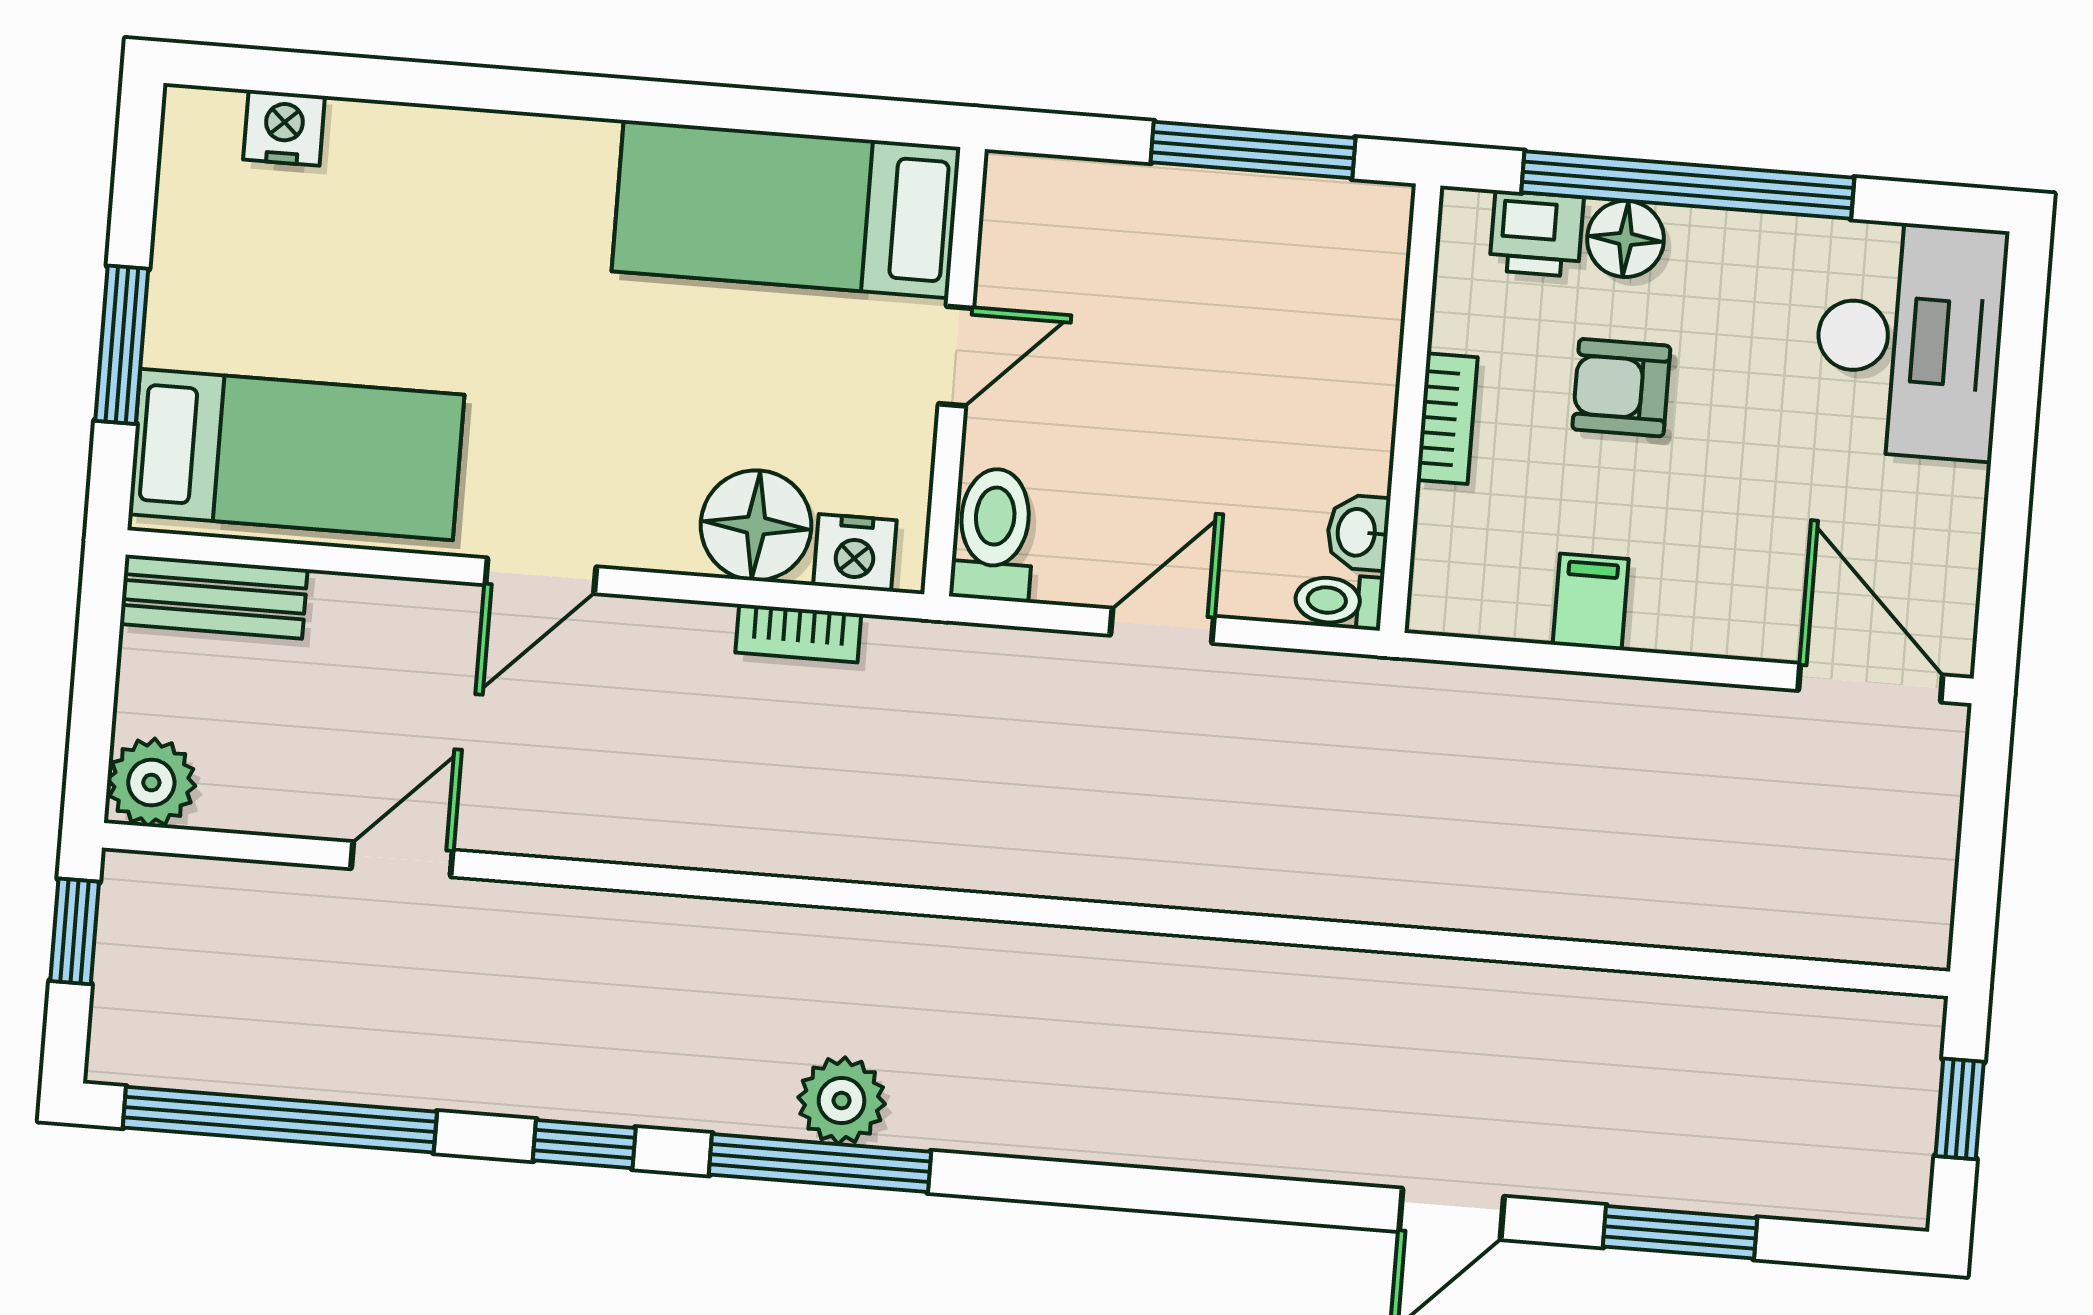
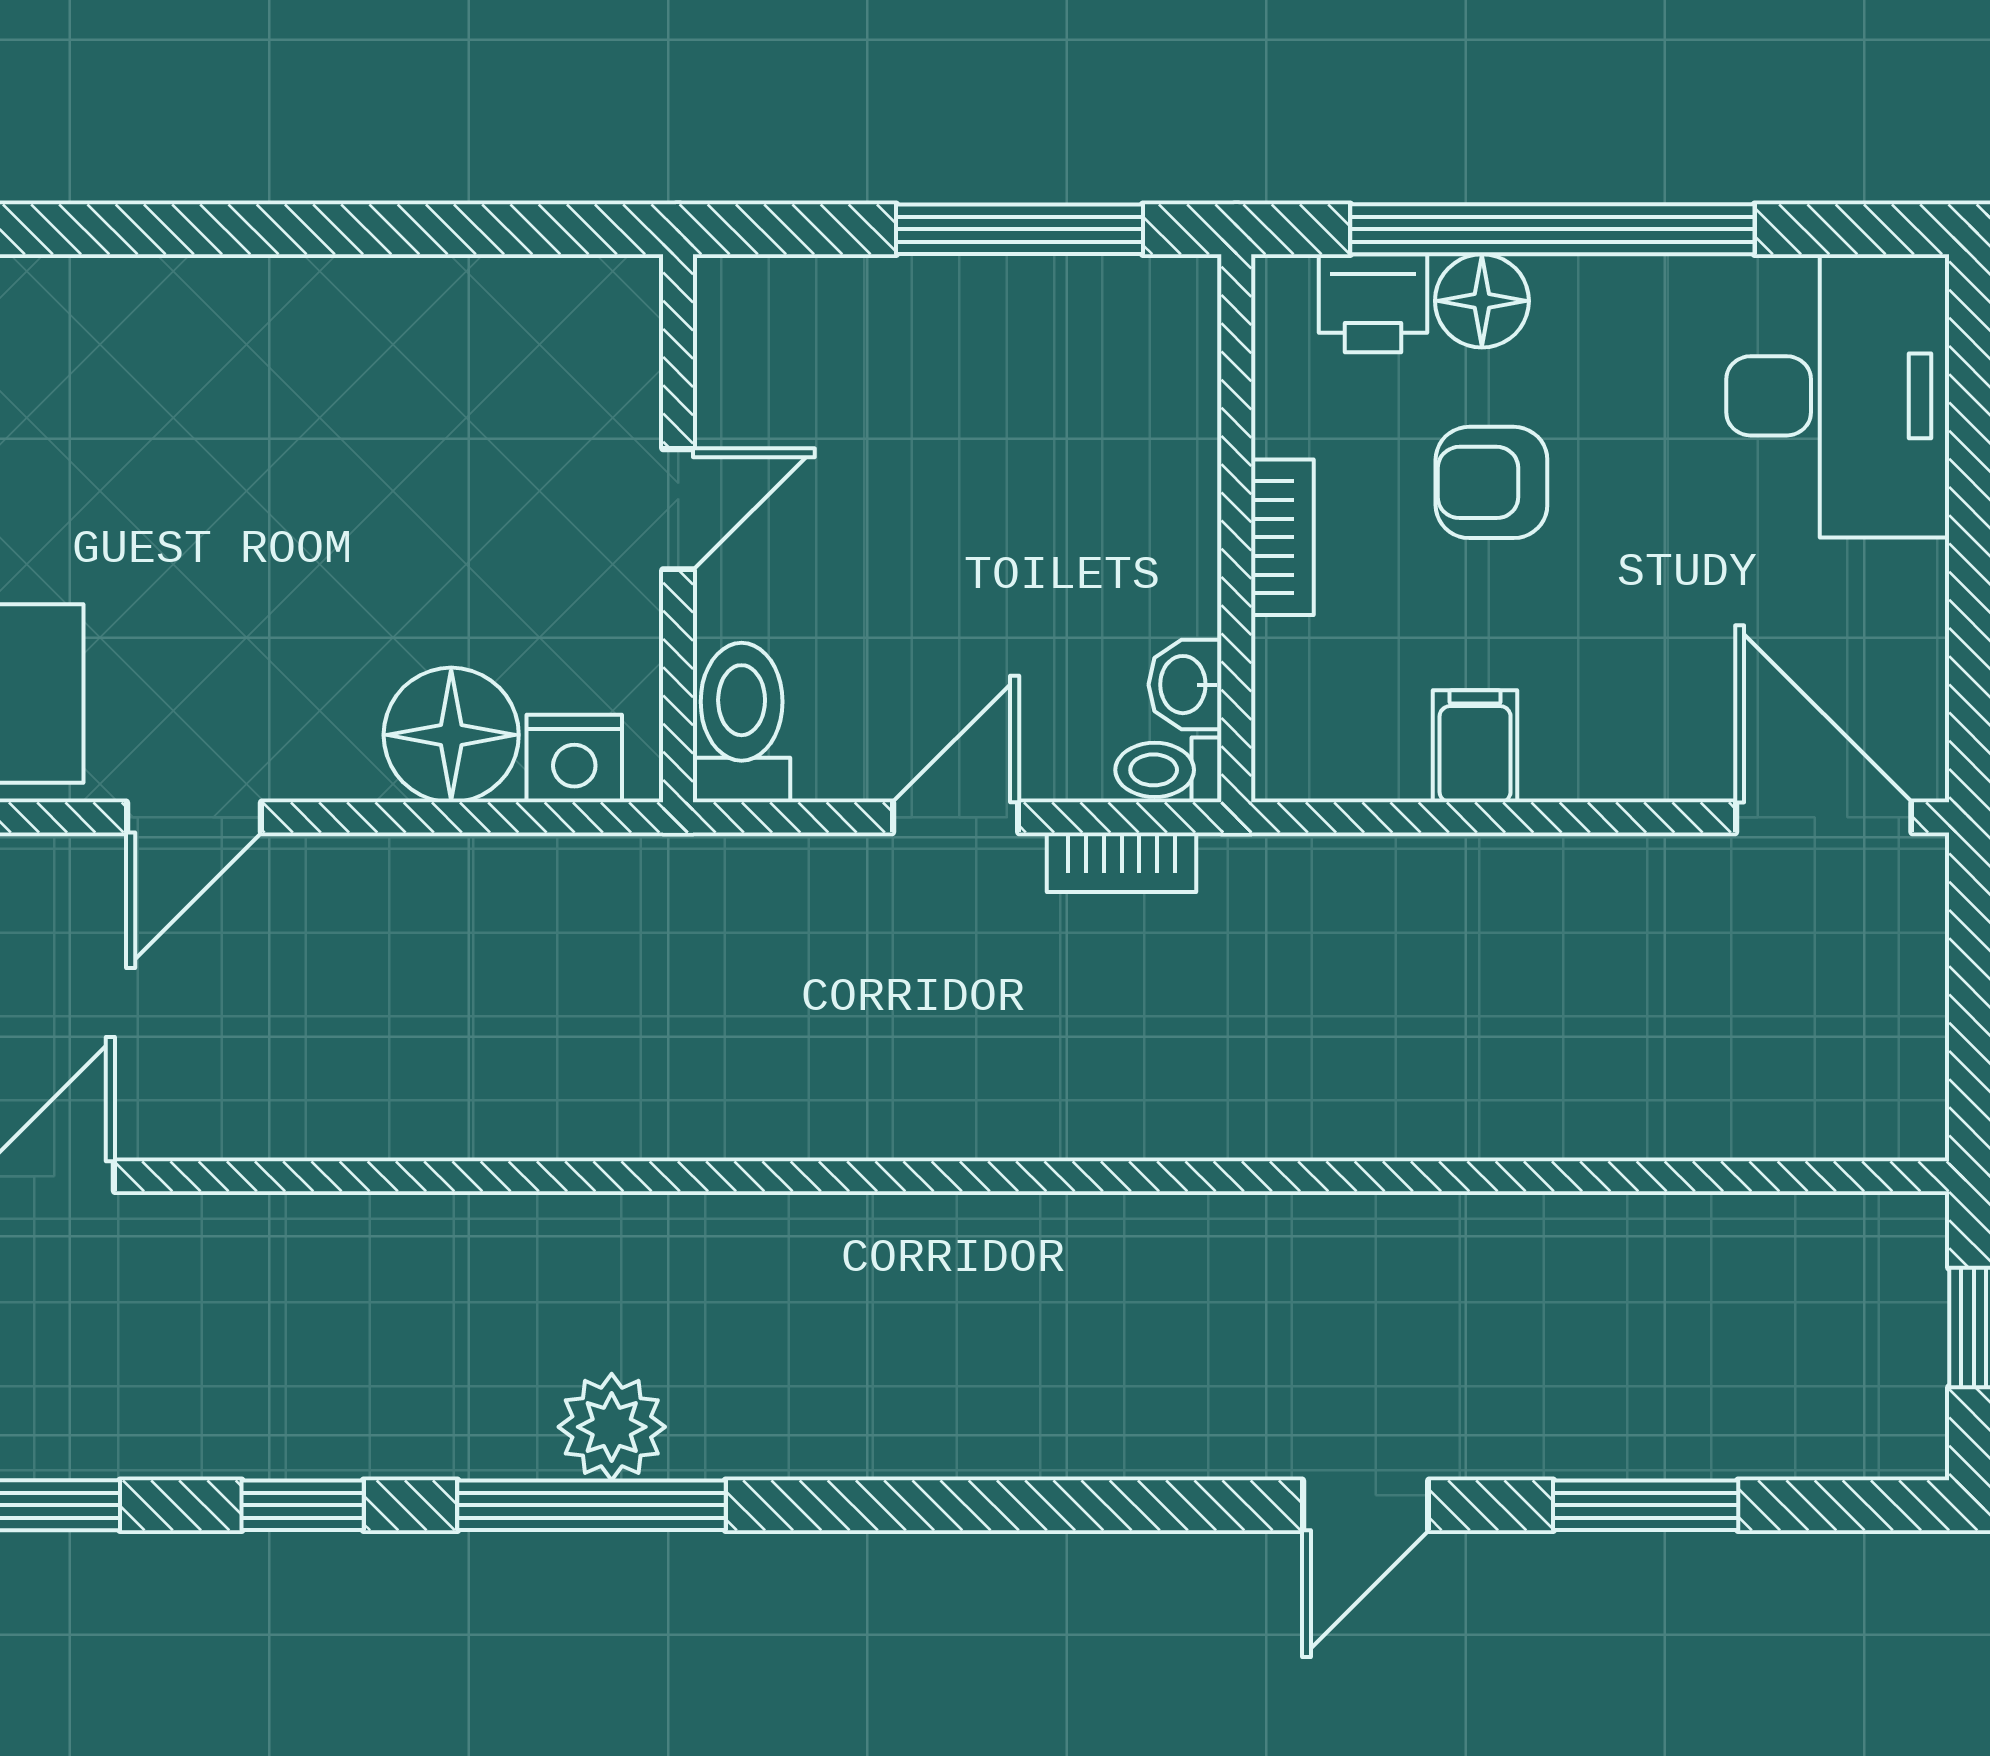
bed: (786, 209) -> (457, 347), removed
bookcase: (798, 633) -> (1122, 862), moved

